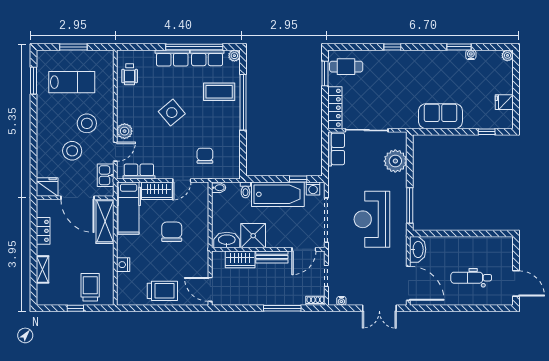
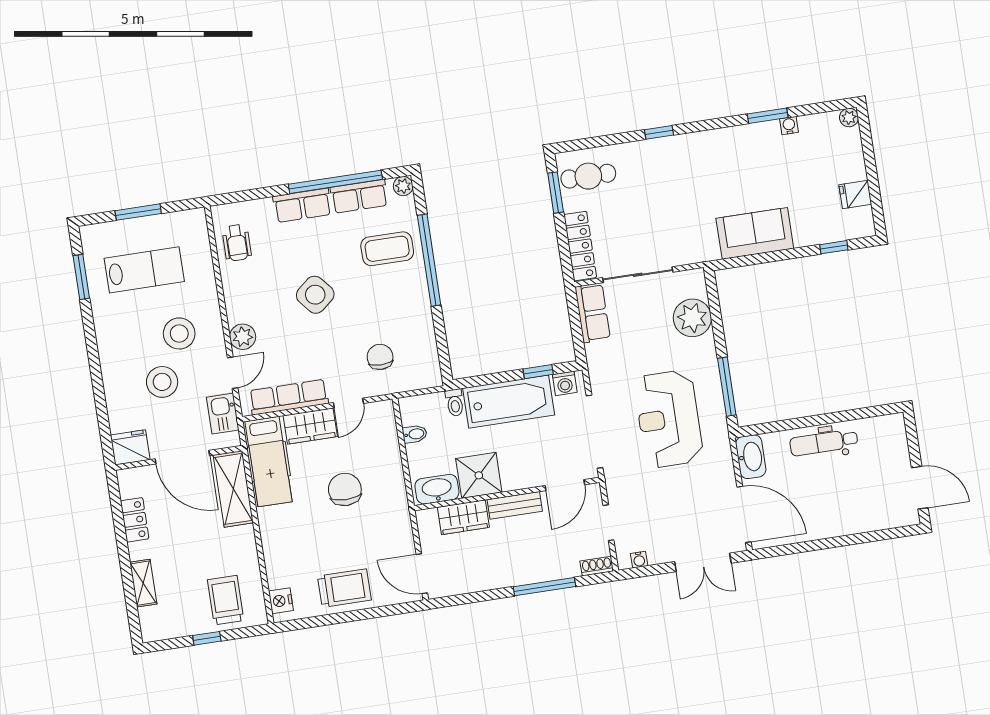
row of seats: (139, 171) -> (289, 397), width x1.48
bidet: (219, 188) -> (415, 434), moved
nightstand: (123, 265) -> (281, 601), moved
dental chair: (471, 278) -> (824, 443), moved

